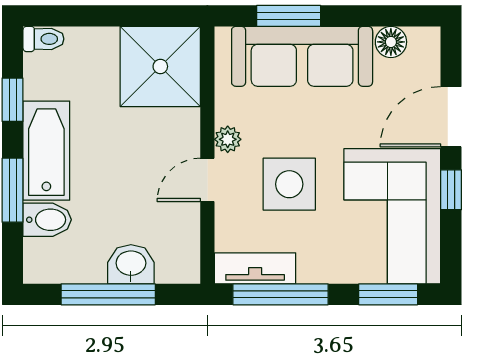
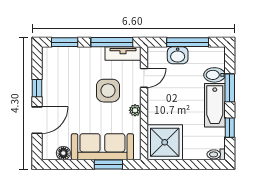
door: (207, 180) -> (144, 78), moved
corner sofa: (392, 216) -> (63, 76), removed

